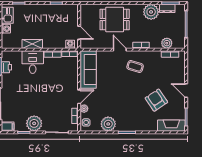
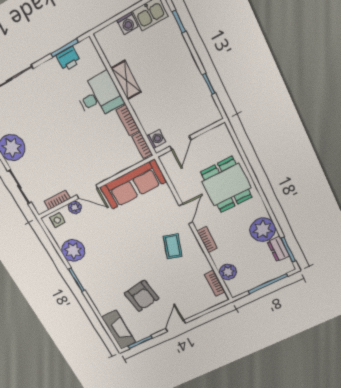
armchair: (156, 100) -> (142, 296), turned 116

